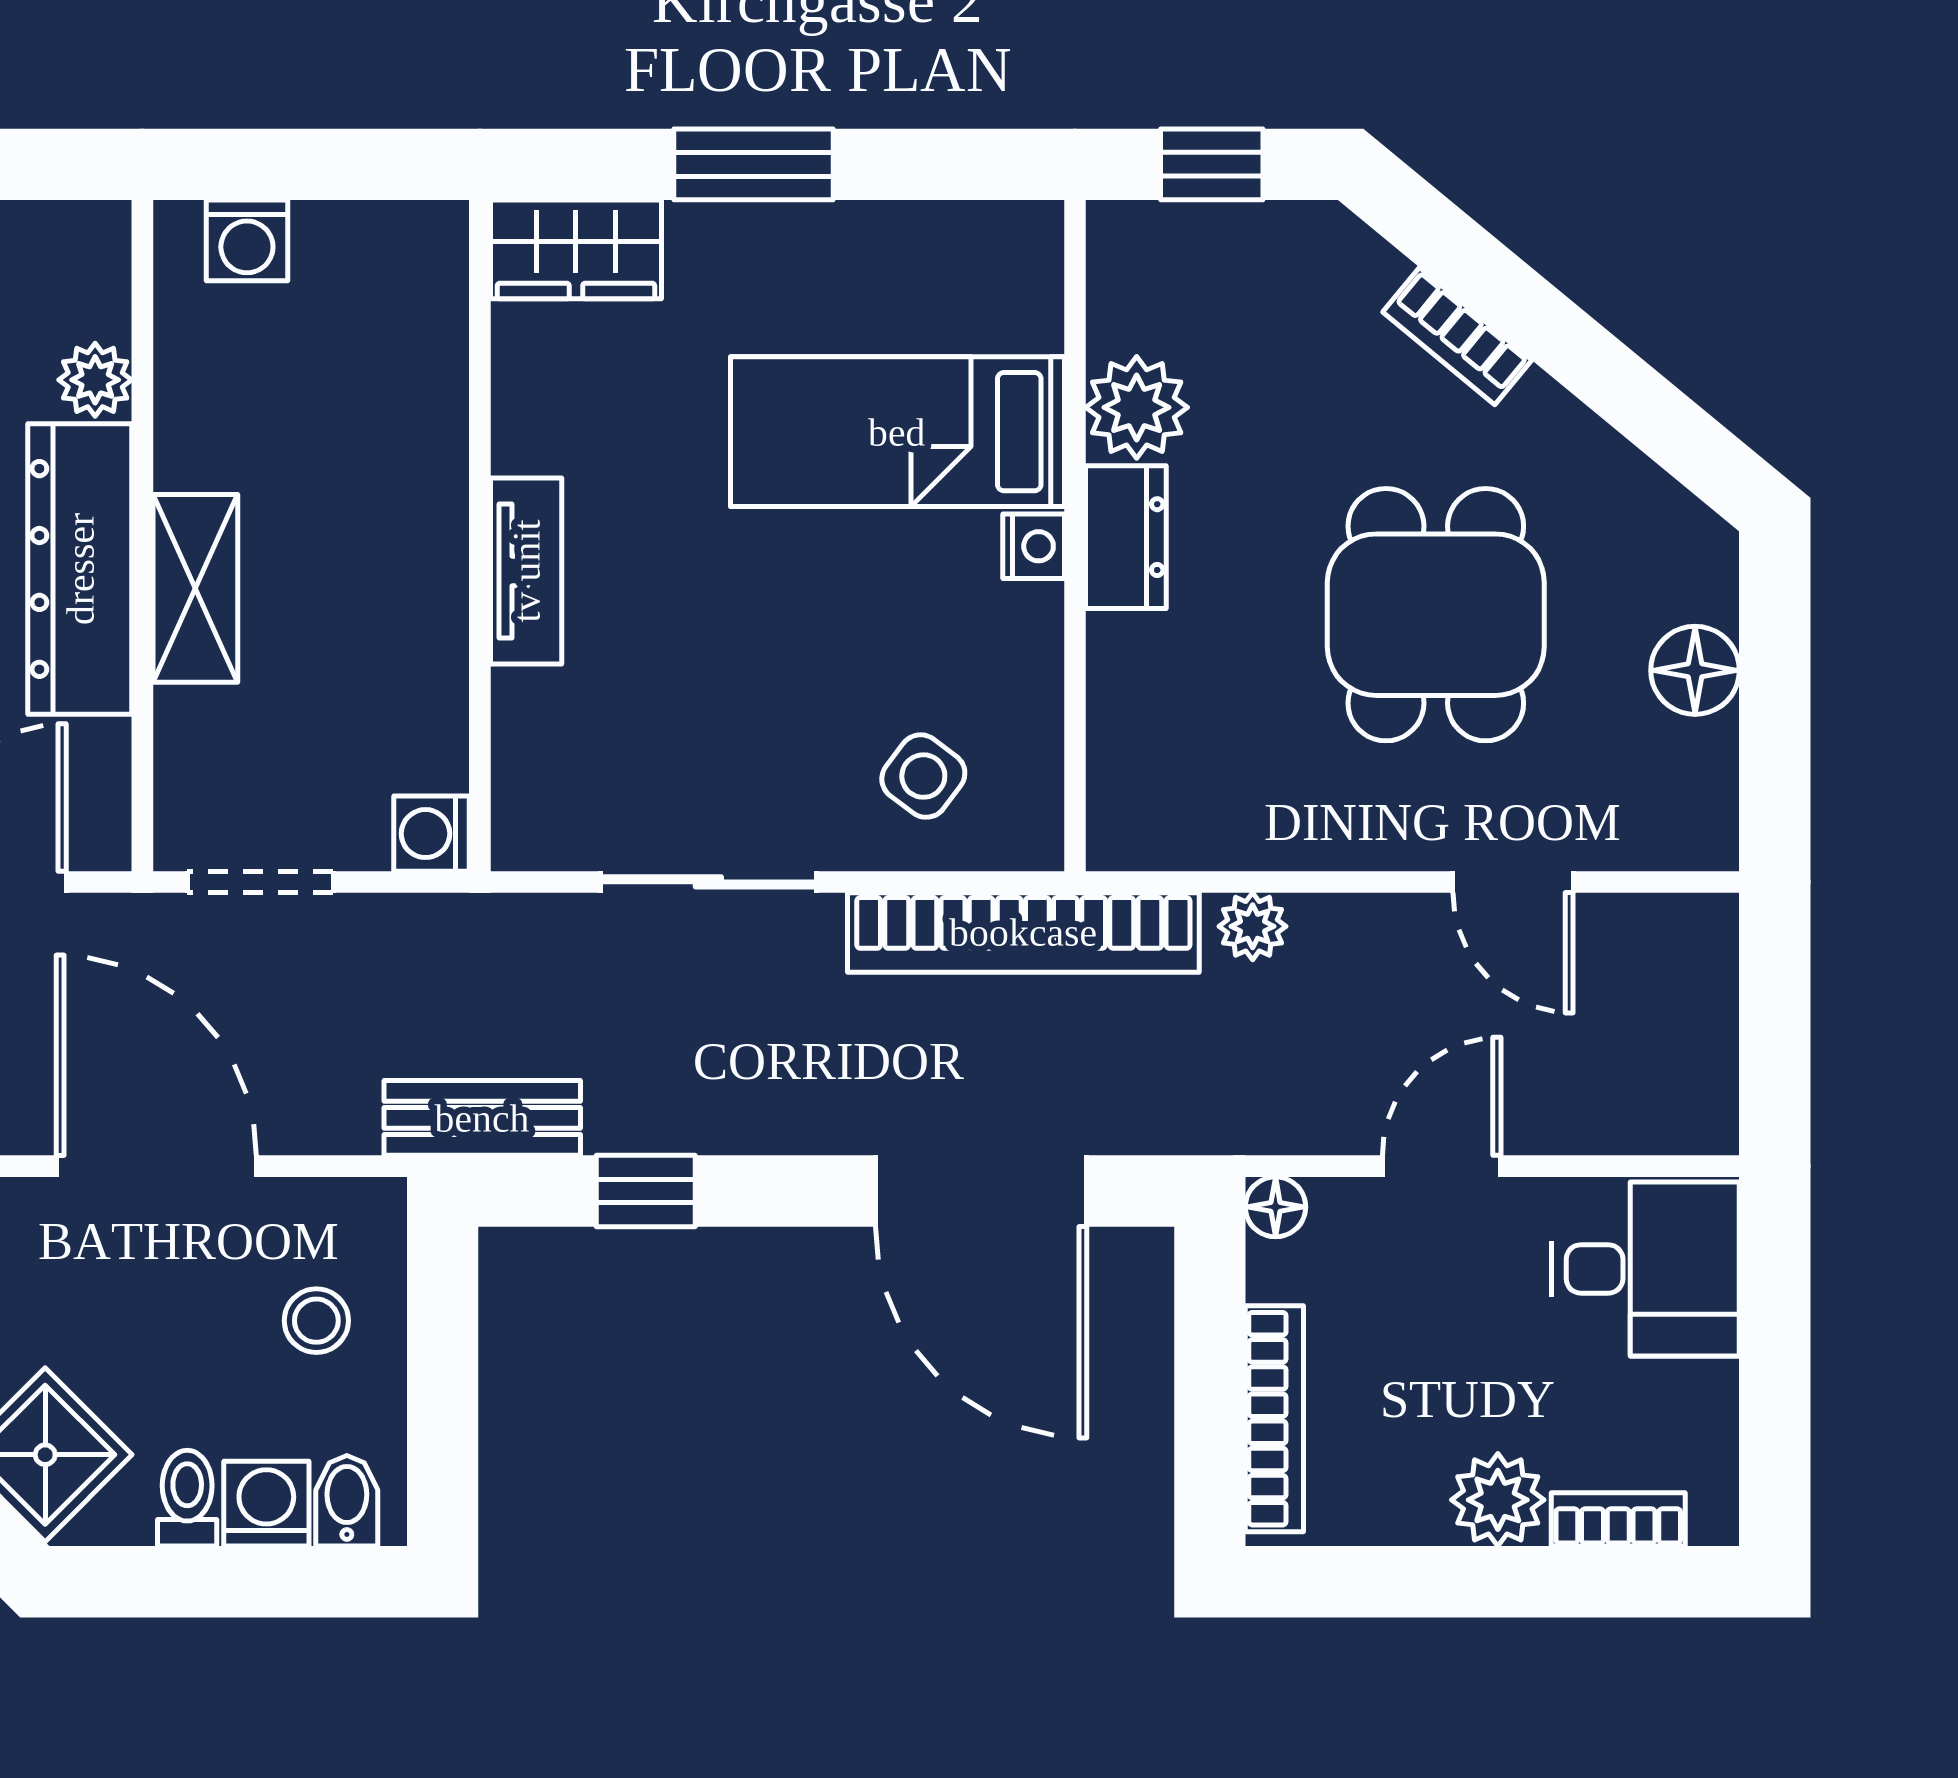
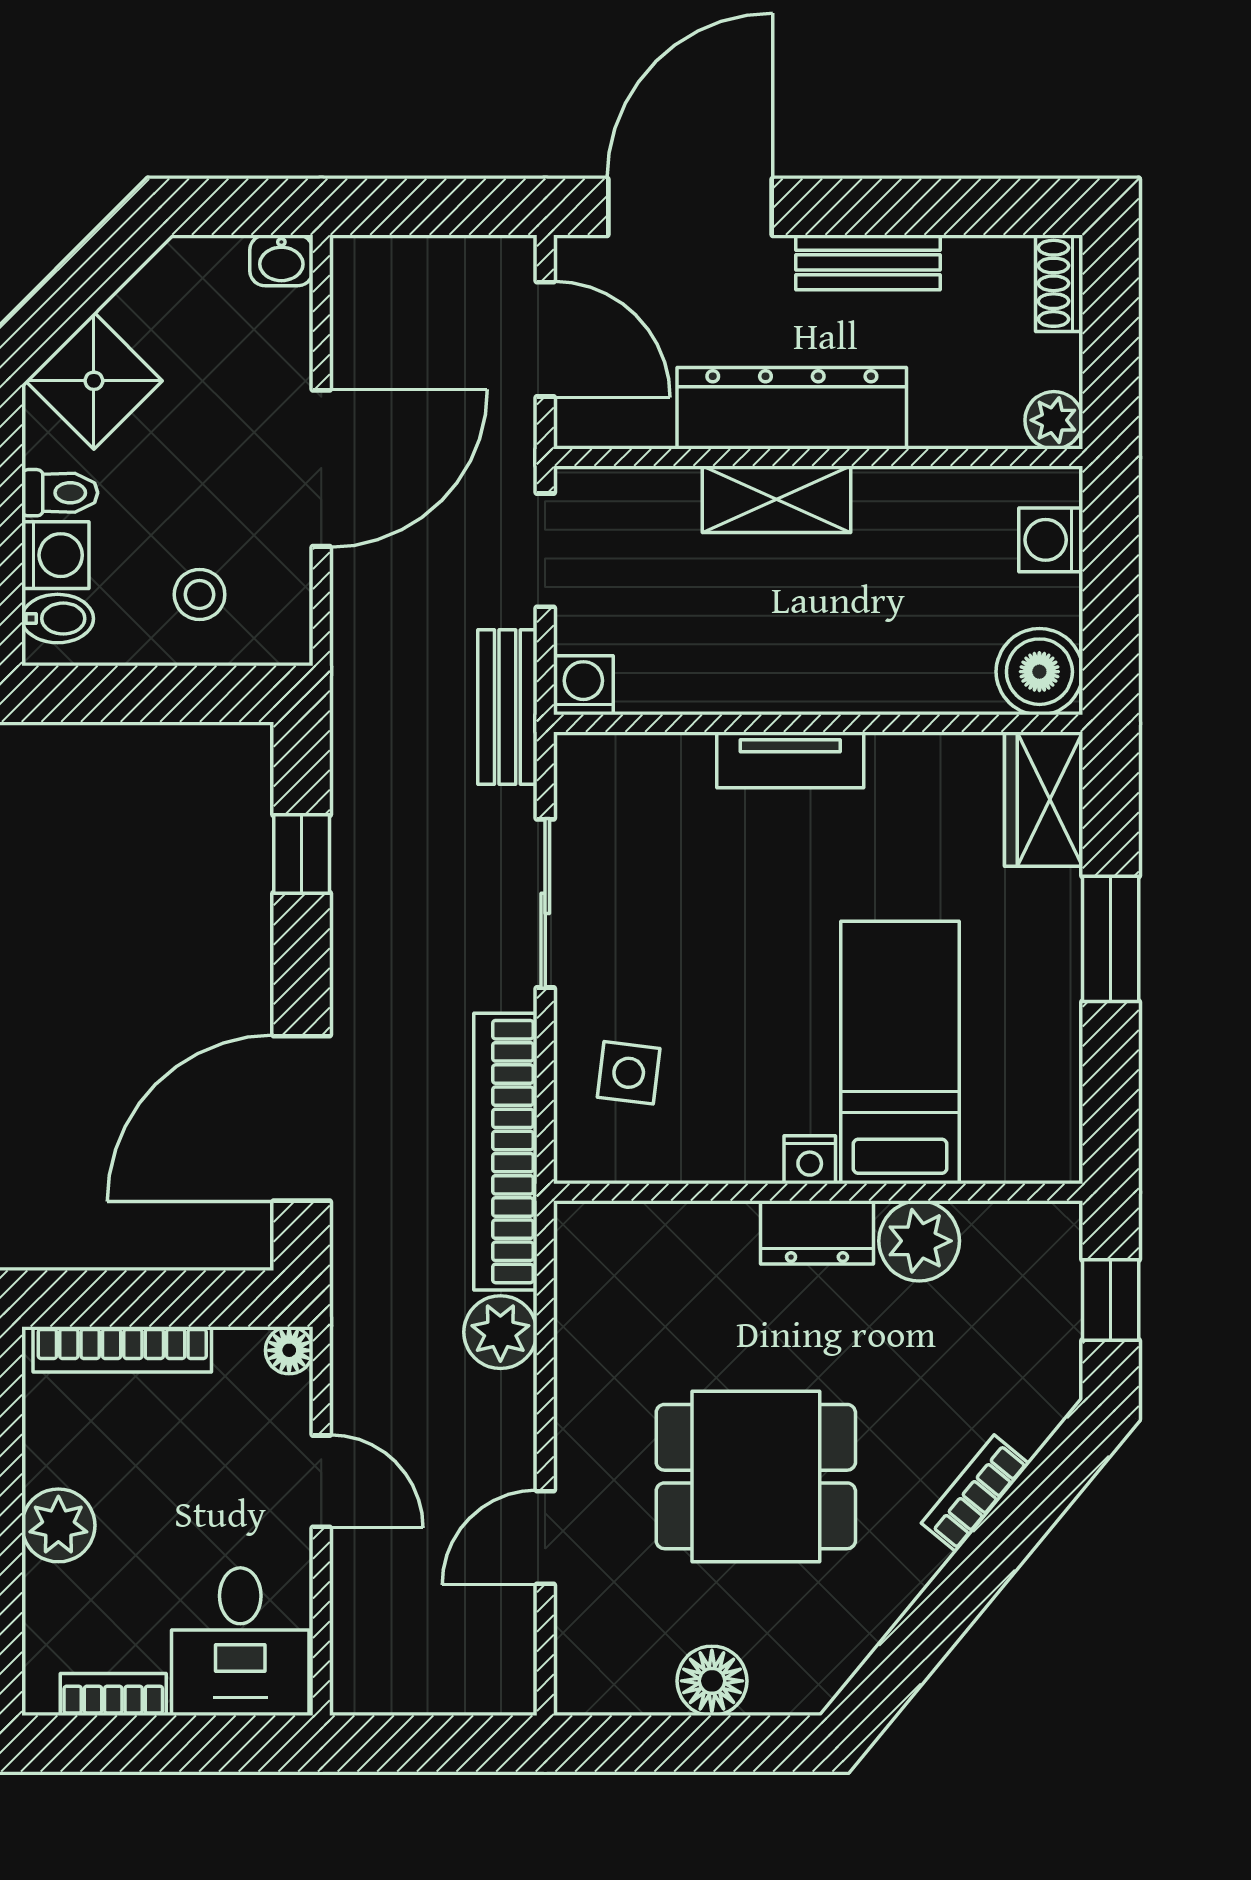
boiler: (414, 255) -> (1039, 672), added
plant: (95, 380) -> (1054, 420), moved
side table: (923, 776) -> (629, 1073), turned -30
plant: (1253, 926) -> (500, 1332), width x1.38, depth x1.38
bench: (482, 1118) -> (507, 707), moved
bookcase: (1618, 1519) -> (113, 1695), moved, turned -90

